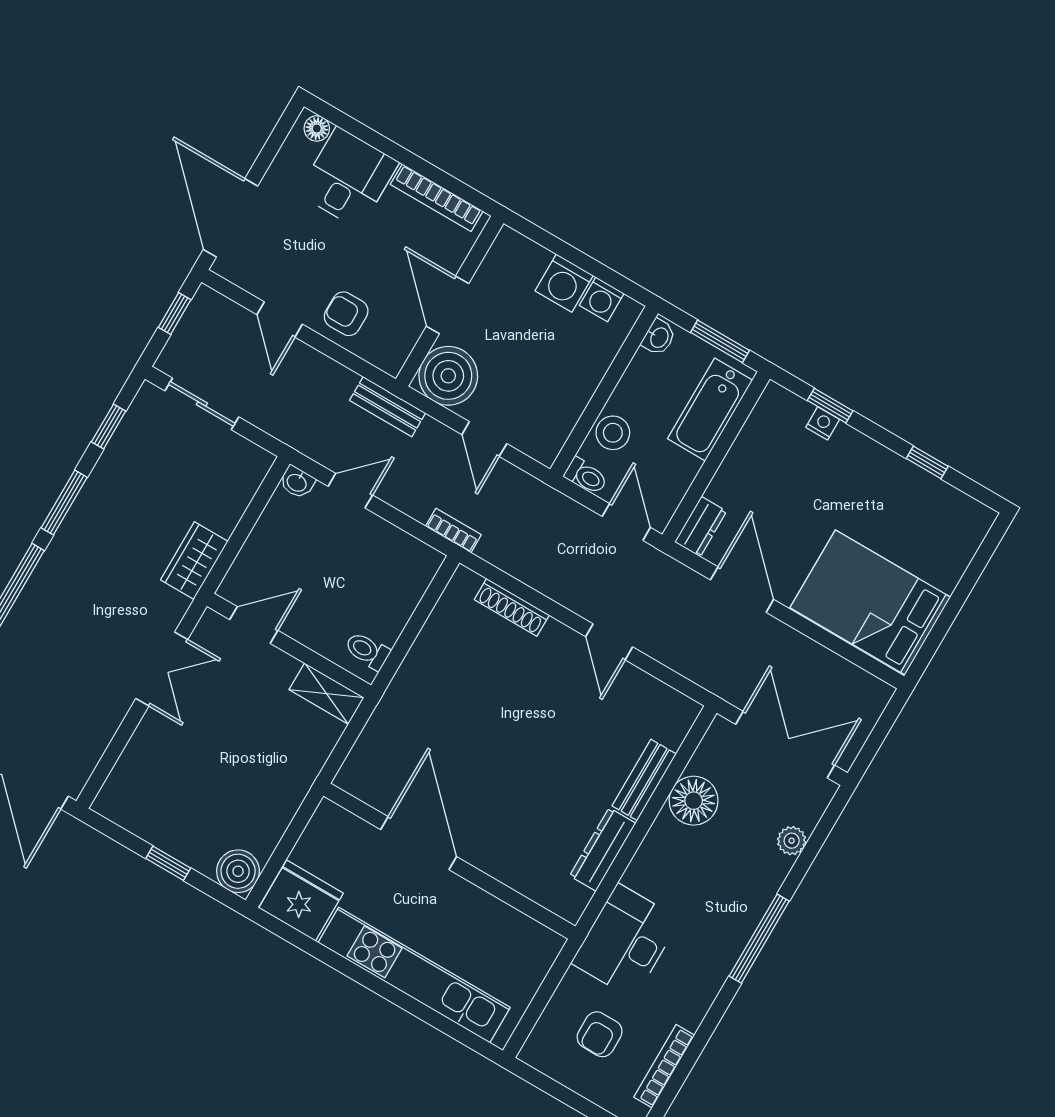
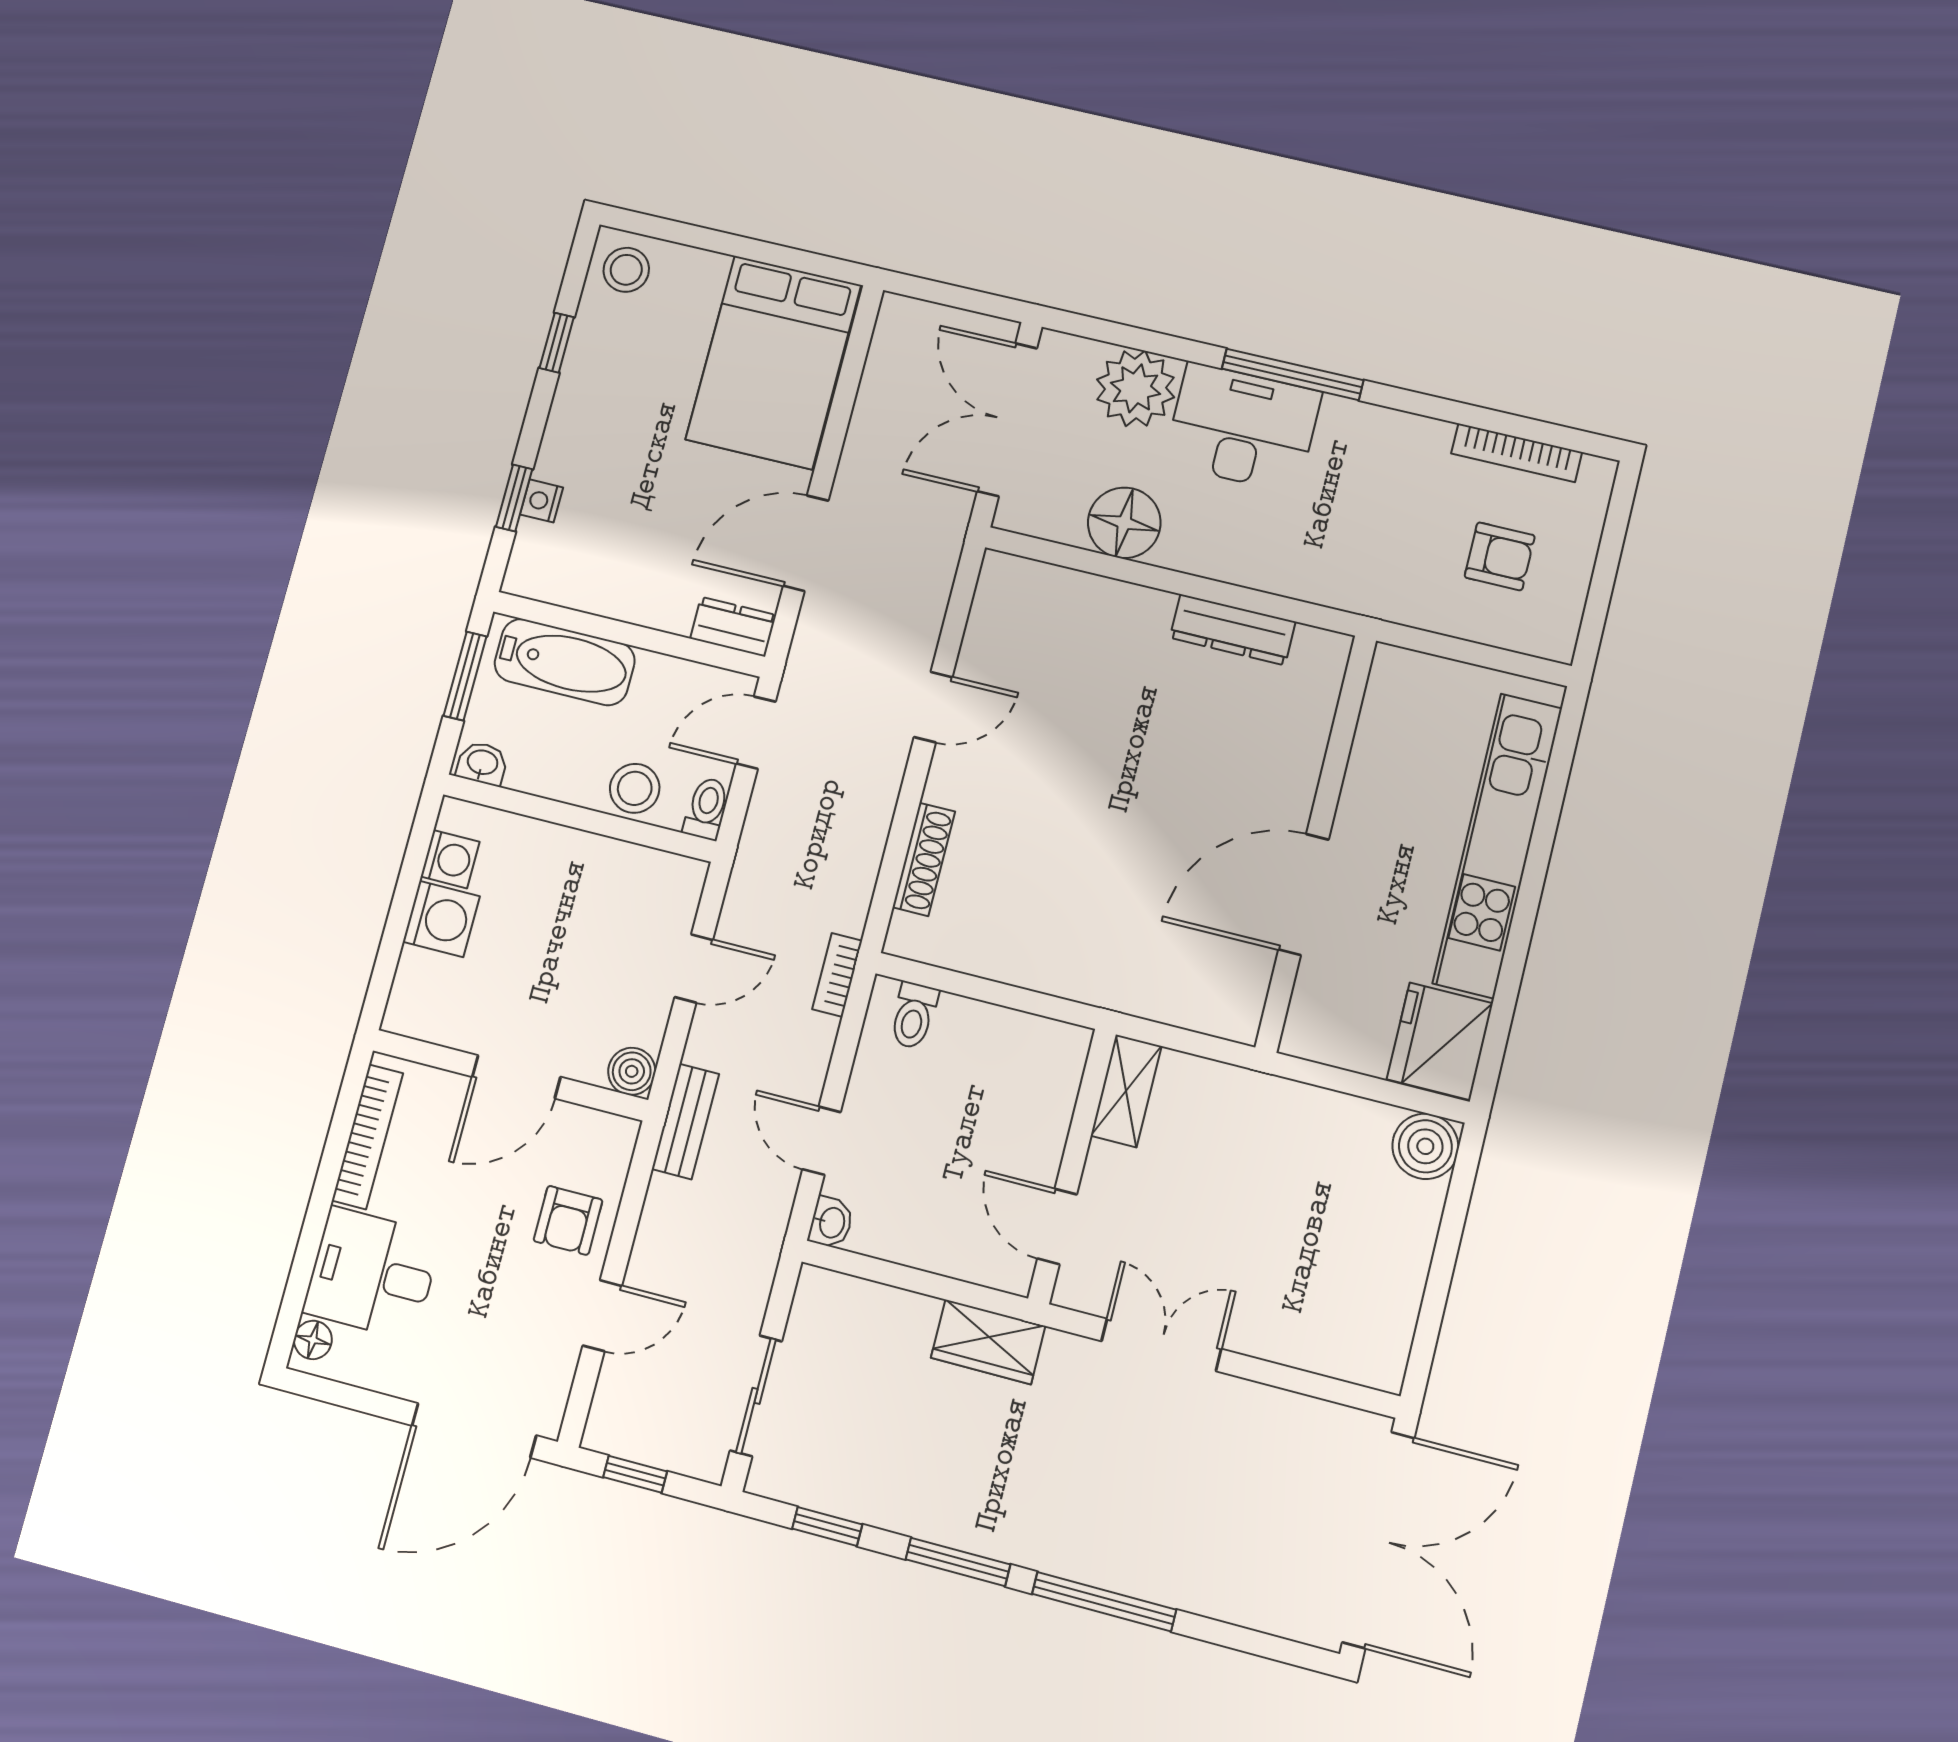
boiler: (448, 376) -> (632, 1071), width x0.54, depth x0.54
stool: (963, 522) -> (626, 270), added
toilet: (367, 651) -> (914, 1016), moved
bench: (644, 780) -> (1116, 600), removed
plant: (792, 841) -> (1136, 388), width x1.88, depth x1.88
window: (168, 863) -> (1445, 1253), removed
desk: (626, 941) -> (1242, 428), moved, turned 180

